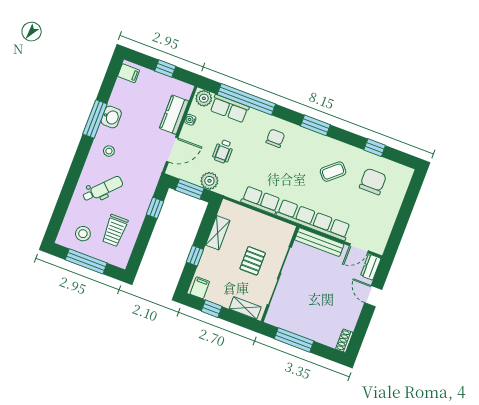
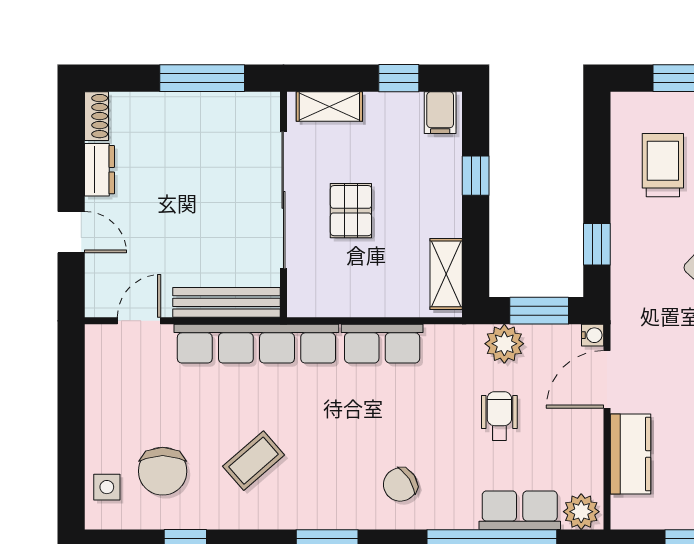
water cooler: (190, 120) -> (593, 335), moved
chair: (275, 138) -> (400, 485), turned 57
side table: (399, 184) -> (107, 487), added
shelving: (218, 233) -> (446, 274), moved
dresser: (371, 267) -> (99, 170), moved

